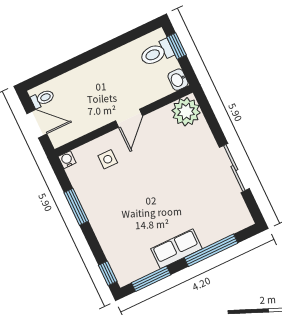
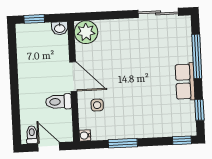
toilet: (157, 53) -> (59, 102), moved, turned 90
door: (129, 118) -> (73, 77), width x1.38
door: (37, 124) -> (49, 147), hinge flipped
sliding door: (234, 168) -> (158, 13), moved
window: (151, 279) -> (199, 110), width x0.67

